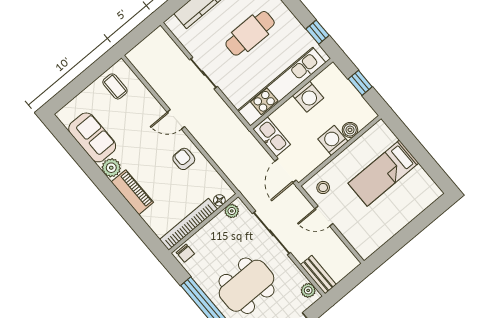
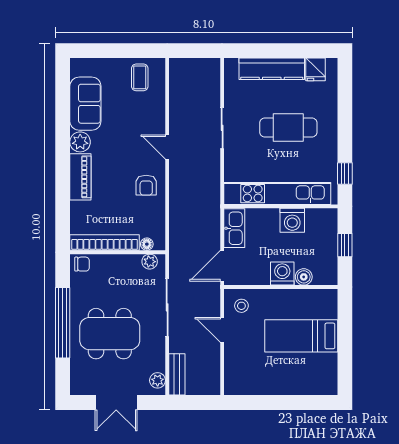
armchair: (184, 159) -> (146, 185), turned 180
chair: (185, 253) -> (82, 264), turned -90

